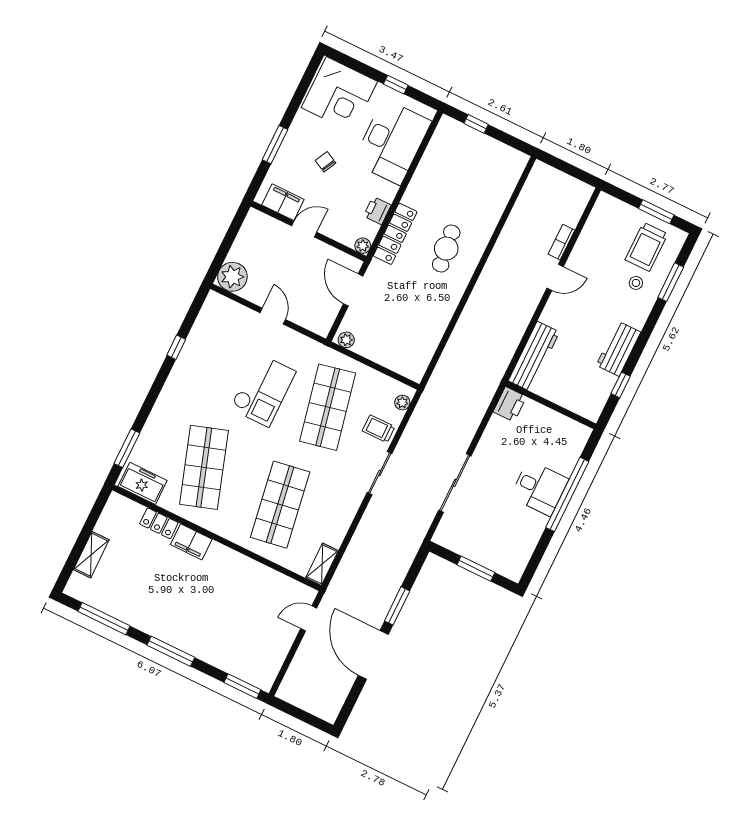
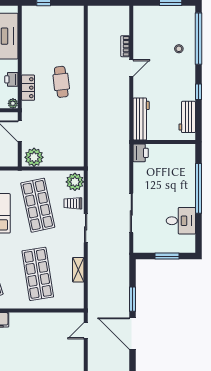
locker: (395, 234) -> (28, 88), width x0.66
trolley: (646, 247) -> (175, 25), removed
window: (671, 282) -> (198, 39), width x2.11
plant: (346, 340) -> (34, 157), width x1.88, depth x1.88
workbench: (618, 349) -> (187, 117), moved
window: (621, 385) -> (198, 92), moved
plant: (402, 403) -> (75, 182), width x1.88, depth x1.88
desk: (539, 488) -> (181, 221), moved
shelving: (322, 564) -> (78, 270), moved

